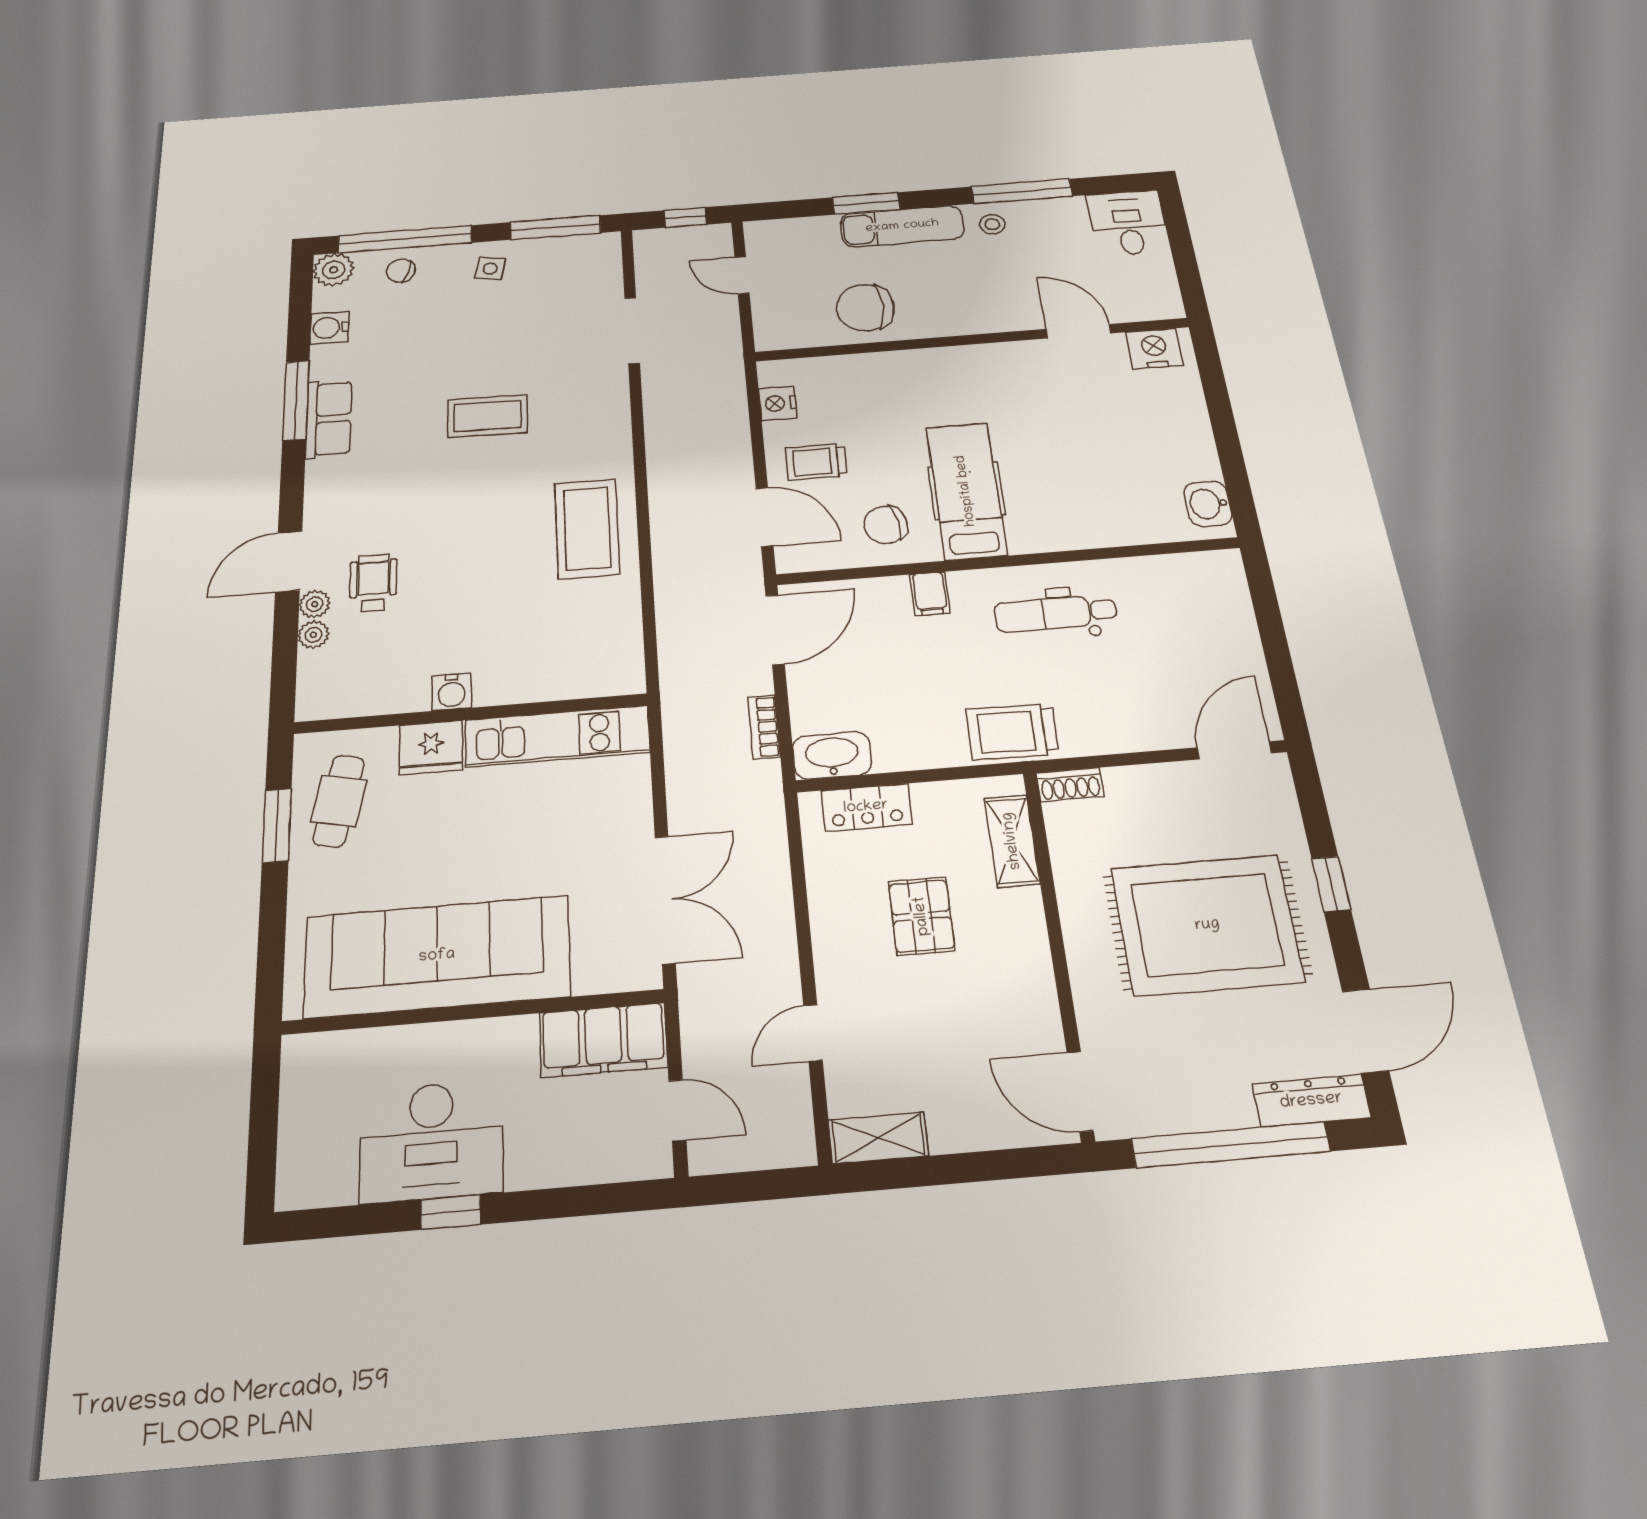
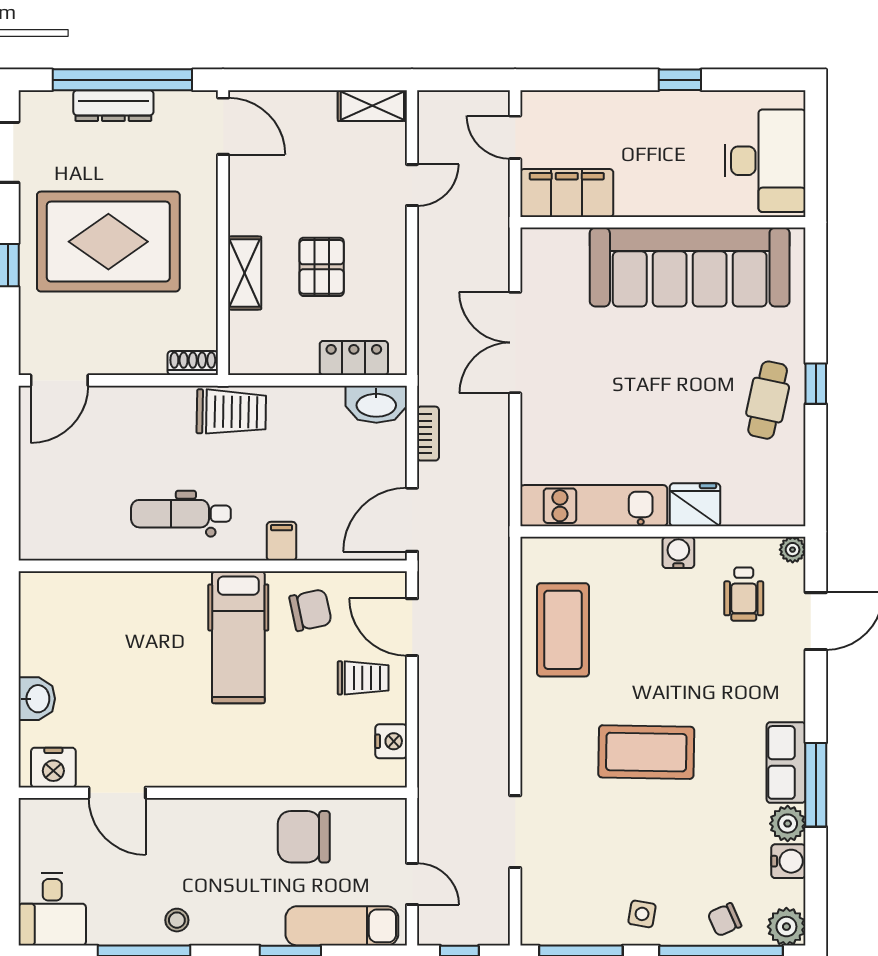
exam couch: (902, 226) -> (342, 926), moved
chair: (401, 271) -> (724, 920), turned 138
chair: (865, 308) -> (304, 837), turned 180
coffee table: (488, 416) -> (646, 752), width x1.36, depth x1.32
washbasin: (1208, 504) -> (37, 699), moved
plant: (315, 604) -> (788, 824), moved, width x1.38, depth x1.38
dental chair: (1056, 613) -> (181, 514), turned 180
water cooler: (452, 692) -> (678, 552), moved
wall: (471, 714) -> (663, 532), moved
kitchen unit: (557, 736) -> (594, 506), moved
fridge: (431, 747) -> (695, 505), moved
window: (277, 826) -> (816, 384), width x0.67
shelving: (1012, 841) -> (245, 273), moved
double door: (665, 899) -> (515, 343), moved
dresser: (1311, 1101) -> (113, 106), moved
desk: (431, 1141) -> (765, 161), moved, turned 90

